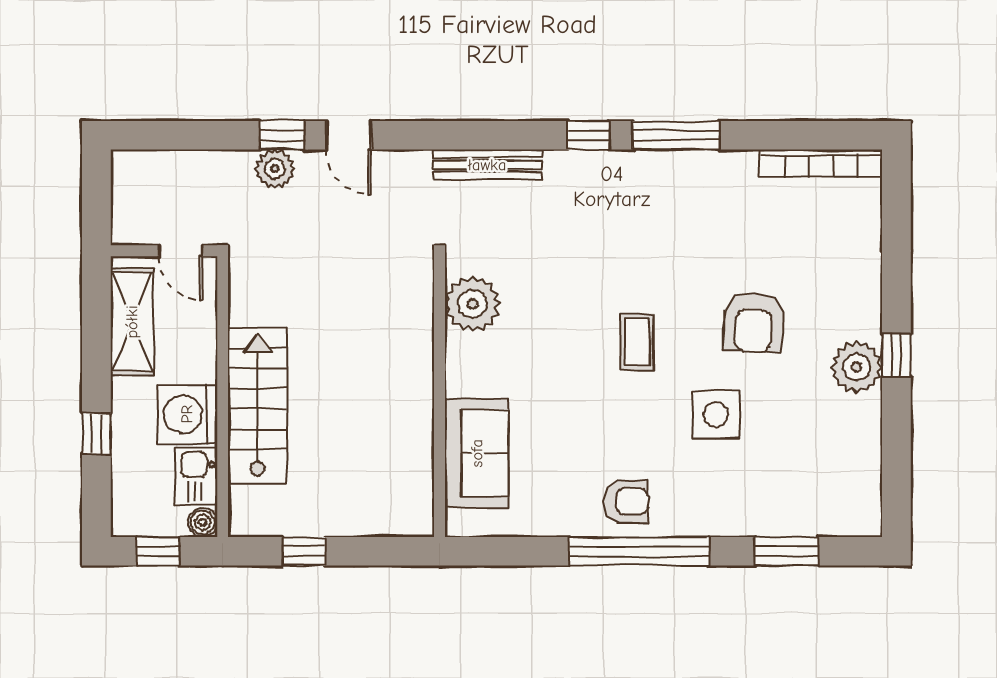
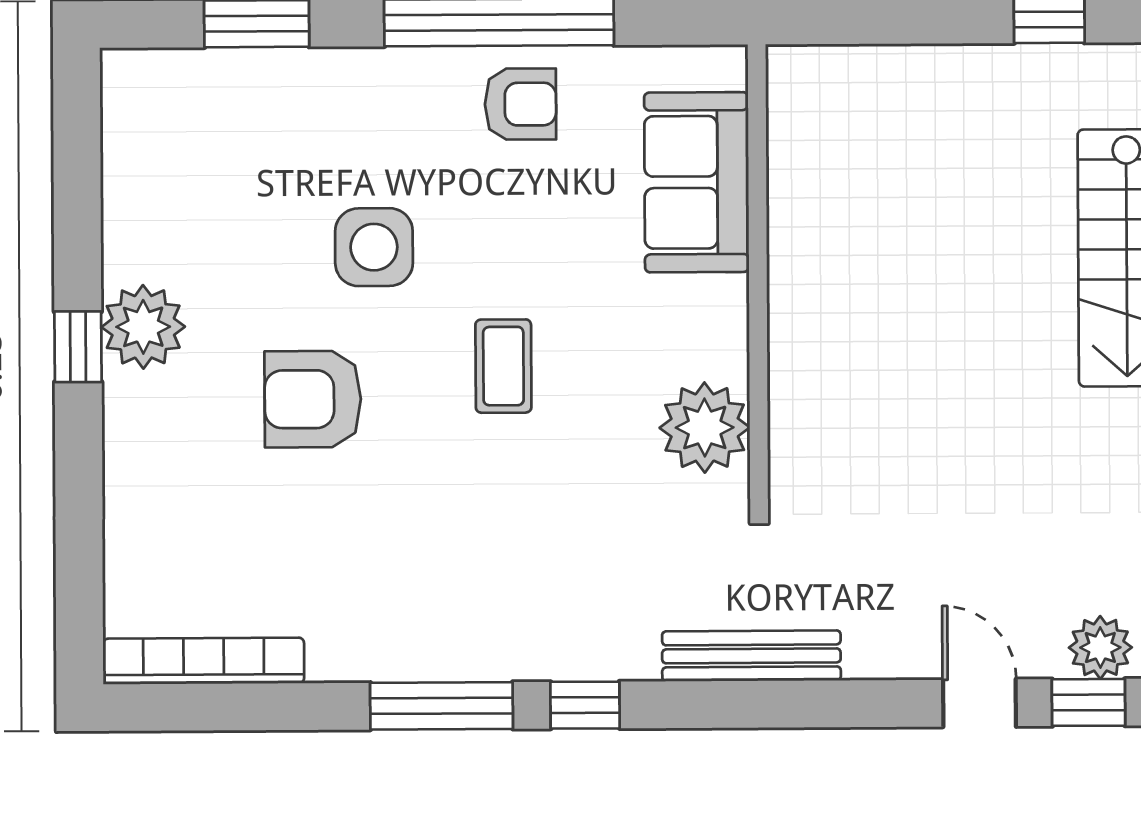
plant: (472, 304) -> (705, 428), moved
armchair: (754, 322) -> (313, 399), turned -93
wall: (440, 397) -> (758, 275), moved
sofa: (477, 453) -> (697, 182), moved
armchair: (626, 501) -> (520, 104), turned 180

